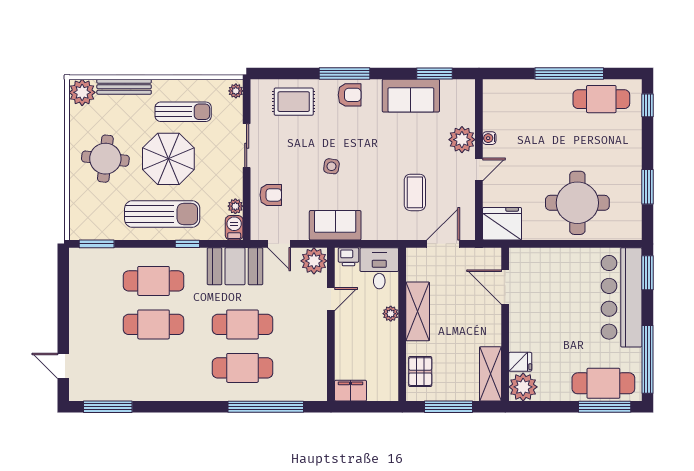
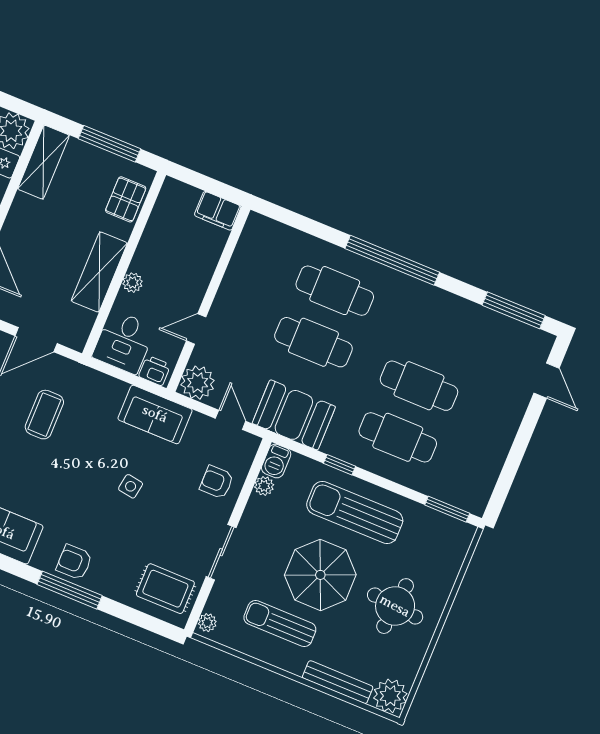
rug: (294, 102) -> (165, 589), moved
window: (266, 407) -> (392, 260), moved

